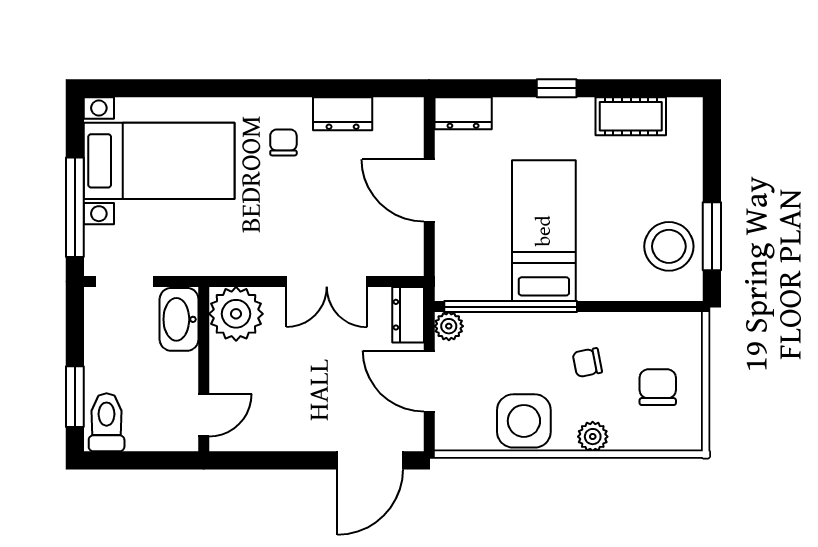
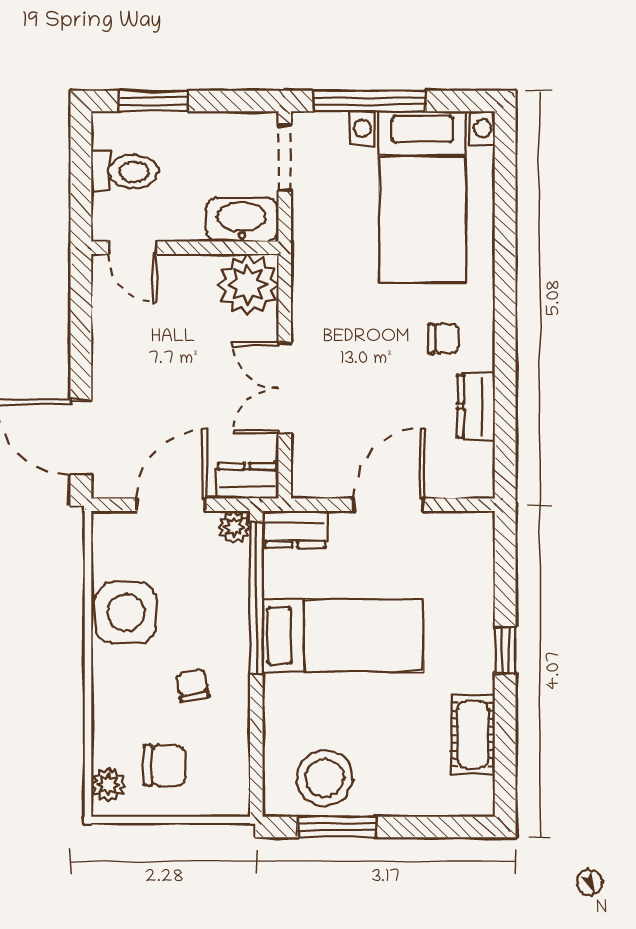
dresser: (463, 113) -> (295, 529), moved, turned -90
toilet: (107, 422) -> (124, 172), moved
plant: (593, 437) -> (108, 785), moved

